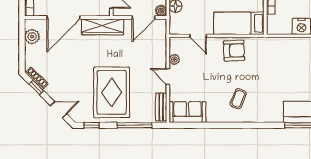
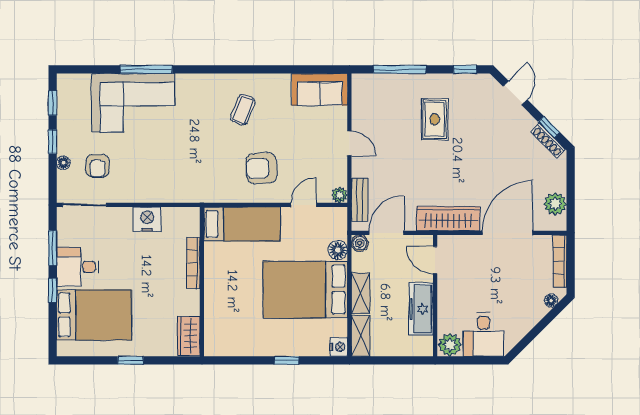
door: (198, 36) -> (304, 205), hinge flipped
armchair: (234, 51) -> (261, 168), moved
plant: (174, 59) -> (340, 195), moved
rug: (112, 92) -> (435, 119), width x0.54, depth x0.49
bench: (161, 107) -> (360, 200), moved
door: (59, 110) -> (515, 93), swing flipped

